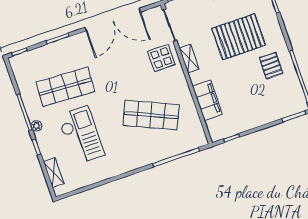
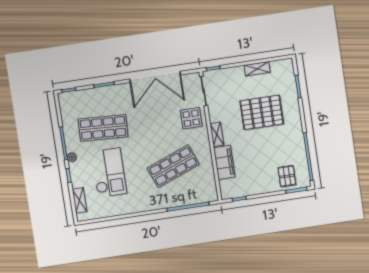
shelving: (189, 59) -> (217, 134), moved
pallet: (271, 66) -> (287, 176), moved
shop shelf: (151, 115) -> (173, 166), turned -45

